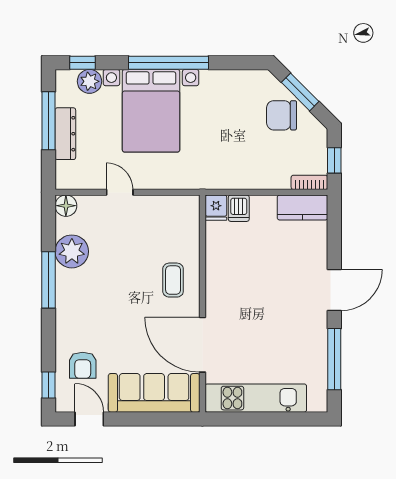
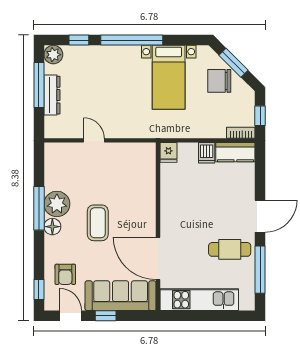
window: (83, 63) -> (79, 40), moved
plant: (89, 81) -> (53, 55), moved
bed with nightstands: (151, 111) -> (169, 77), moved, width x0.73
floor lamp: (66, 206) -> (52, 227), moved
dishwasher: (239, 208) -> (207, 153), moved
plant: (72, 251) -> (57, 204), moved
coffee table: (173, 280) -> (98, 223), moved, width x1.36, depth x1.30
cafe table: (295, 333) -> (230, 249), added
window: (135, 419) -> (106, 316), added

